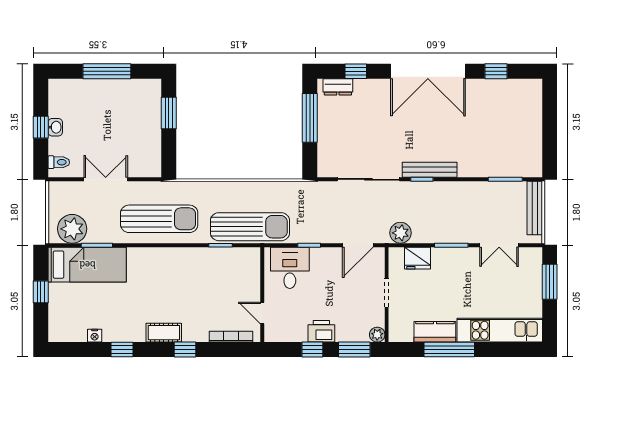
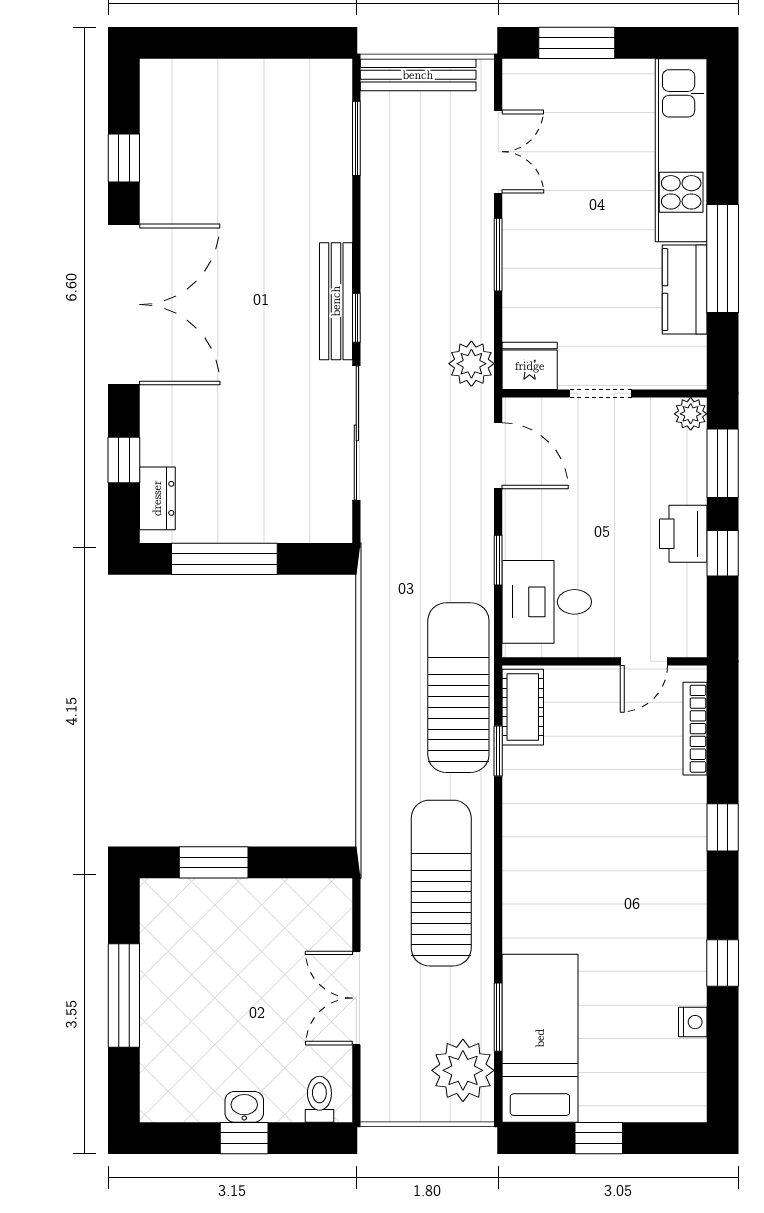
fridge: (418, 258) -> (530, 366), moved, turned -90
cot: (164, 333) -> (523, 707), moved

